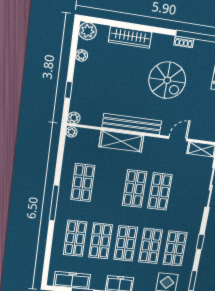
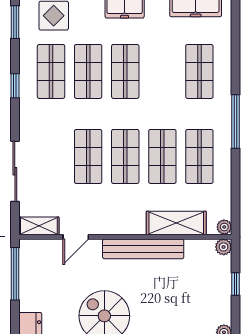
shelving: (121, 141) -> (176, 223), moved
shop shelf: (101, 241) -> (162, 156), moved

